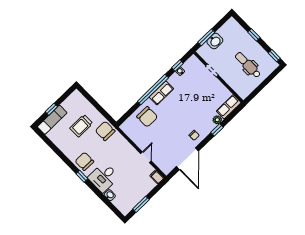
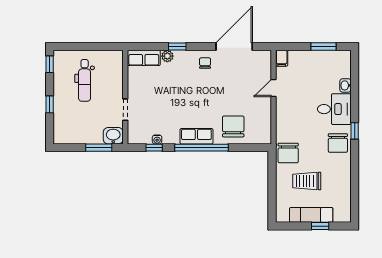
washbasin: (215, 41) -> (113, 136), moved
exam couch: (52, 120) -> (311, 215), moved
trolley: (81, 126) -> (307, 181), turned 180

